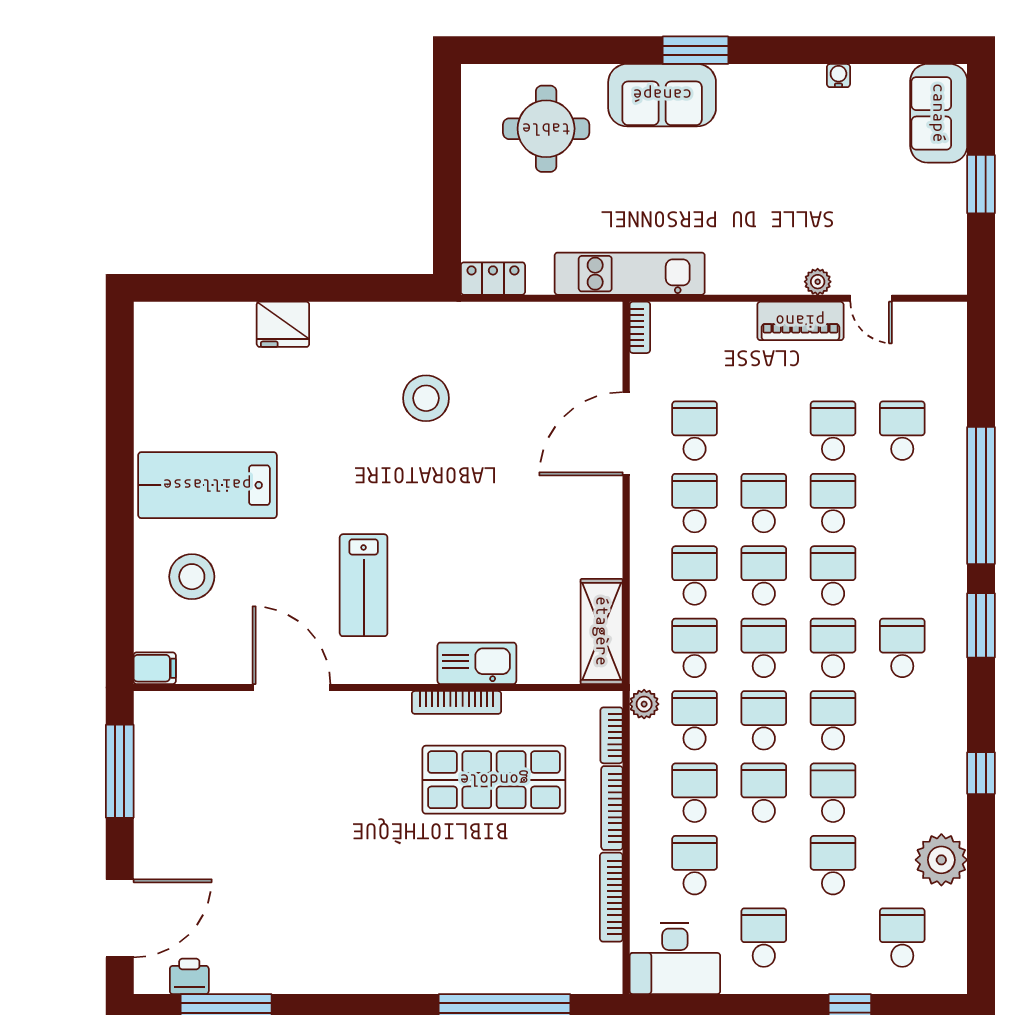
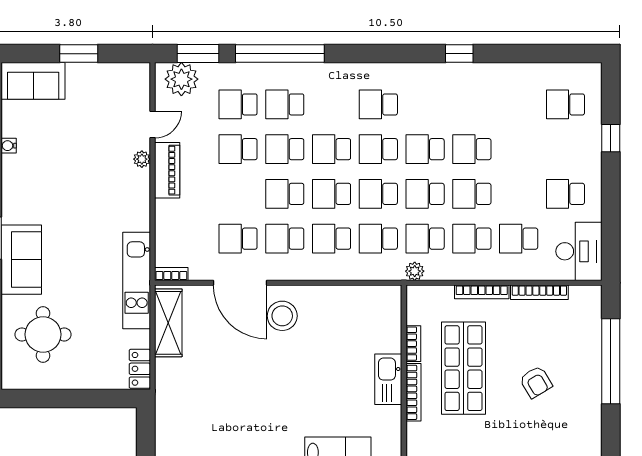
stool: (426, 398) -> (282, 316), moved
window: (981, 625) -> (198, 54), moved
shelving: (602, 631) -> (168, 323), moved, turned 90
bookcase: (612, 735) -> (413, 344), moved, turned -90
plant: (941, 860) -> (181, 79), moved
school desk: (833, 865) -> (285, 104), moved
armchair: (472, 892) -> (536, 382), added

